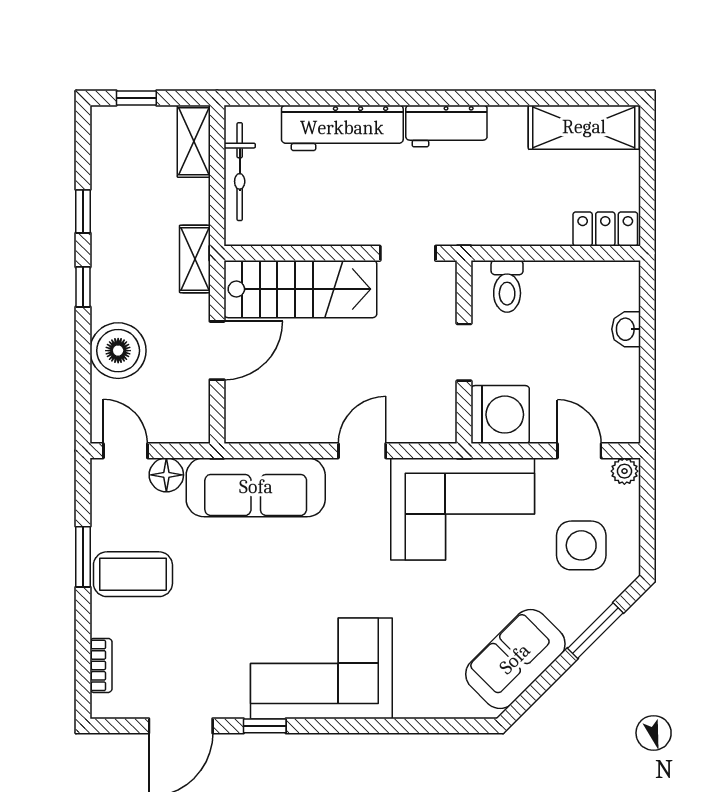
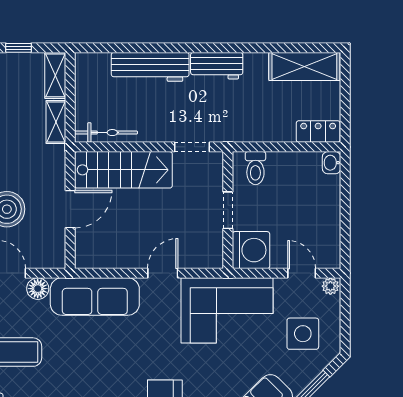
bicycle: (240, 172) -> (106, 133), moved, turned -90
shelving: (195, 259) -> (56, 122), moved
washbasin: (626, 329) -> (332, 163), moved

